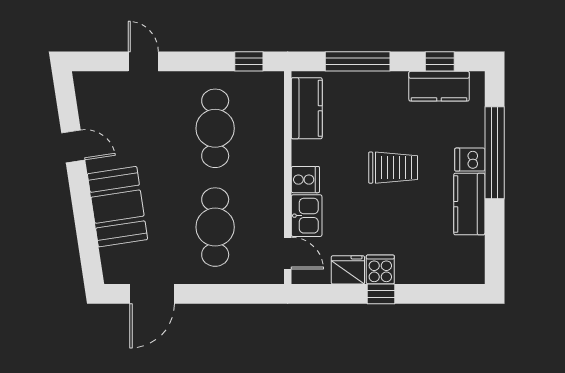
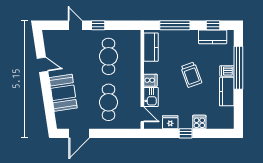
window: (249, 61) -> (98, 25), moved
trolley: (393, 168) -> (191, 75), turned 70
cooker: (380, 270) -> (199, 122), moved

